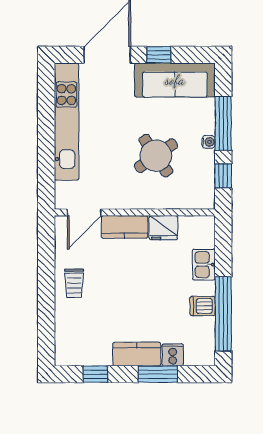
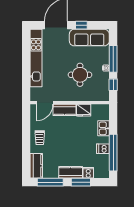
round table: (156, 156) -> (80, 75), turned 35
kitchen counter: (67, 341) -> (36, 166), added
window: (95, 374) -> (50, 182), width x2.17

